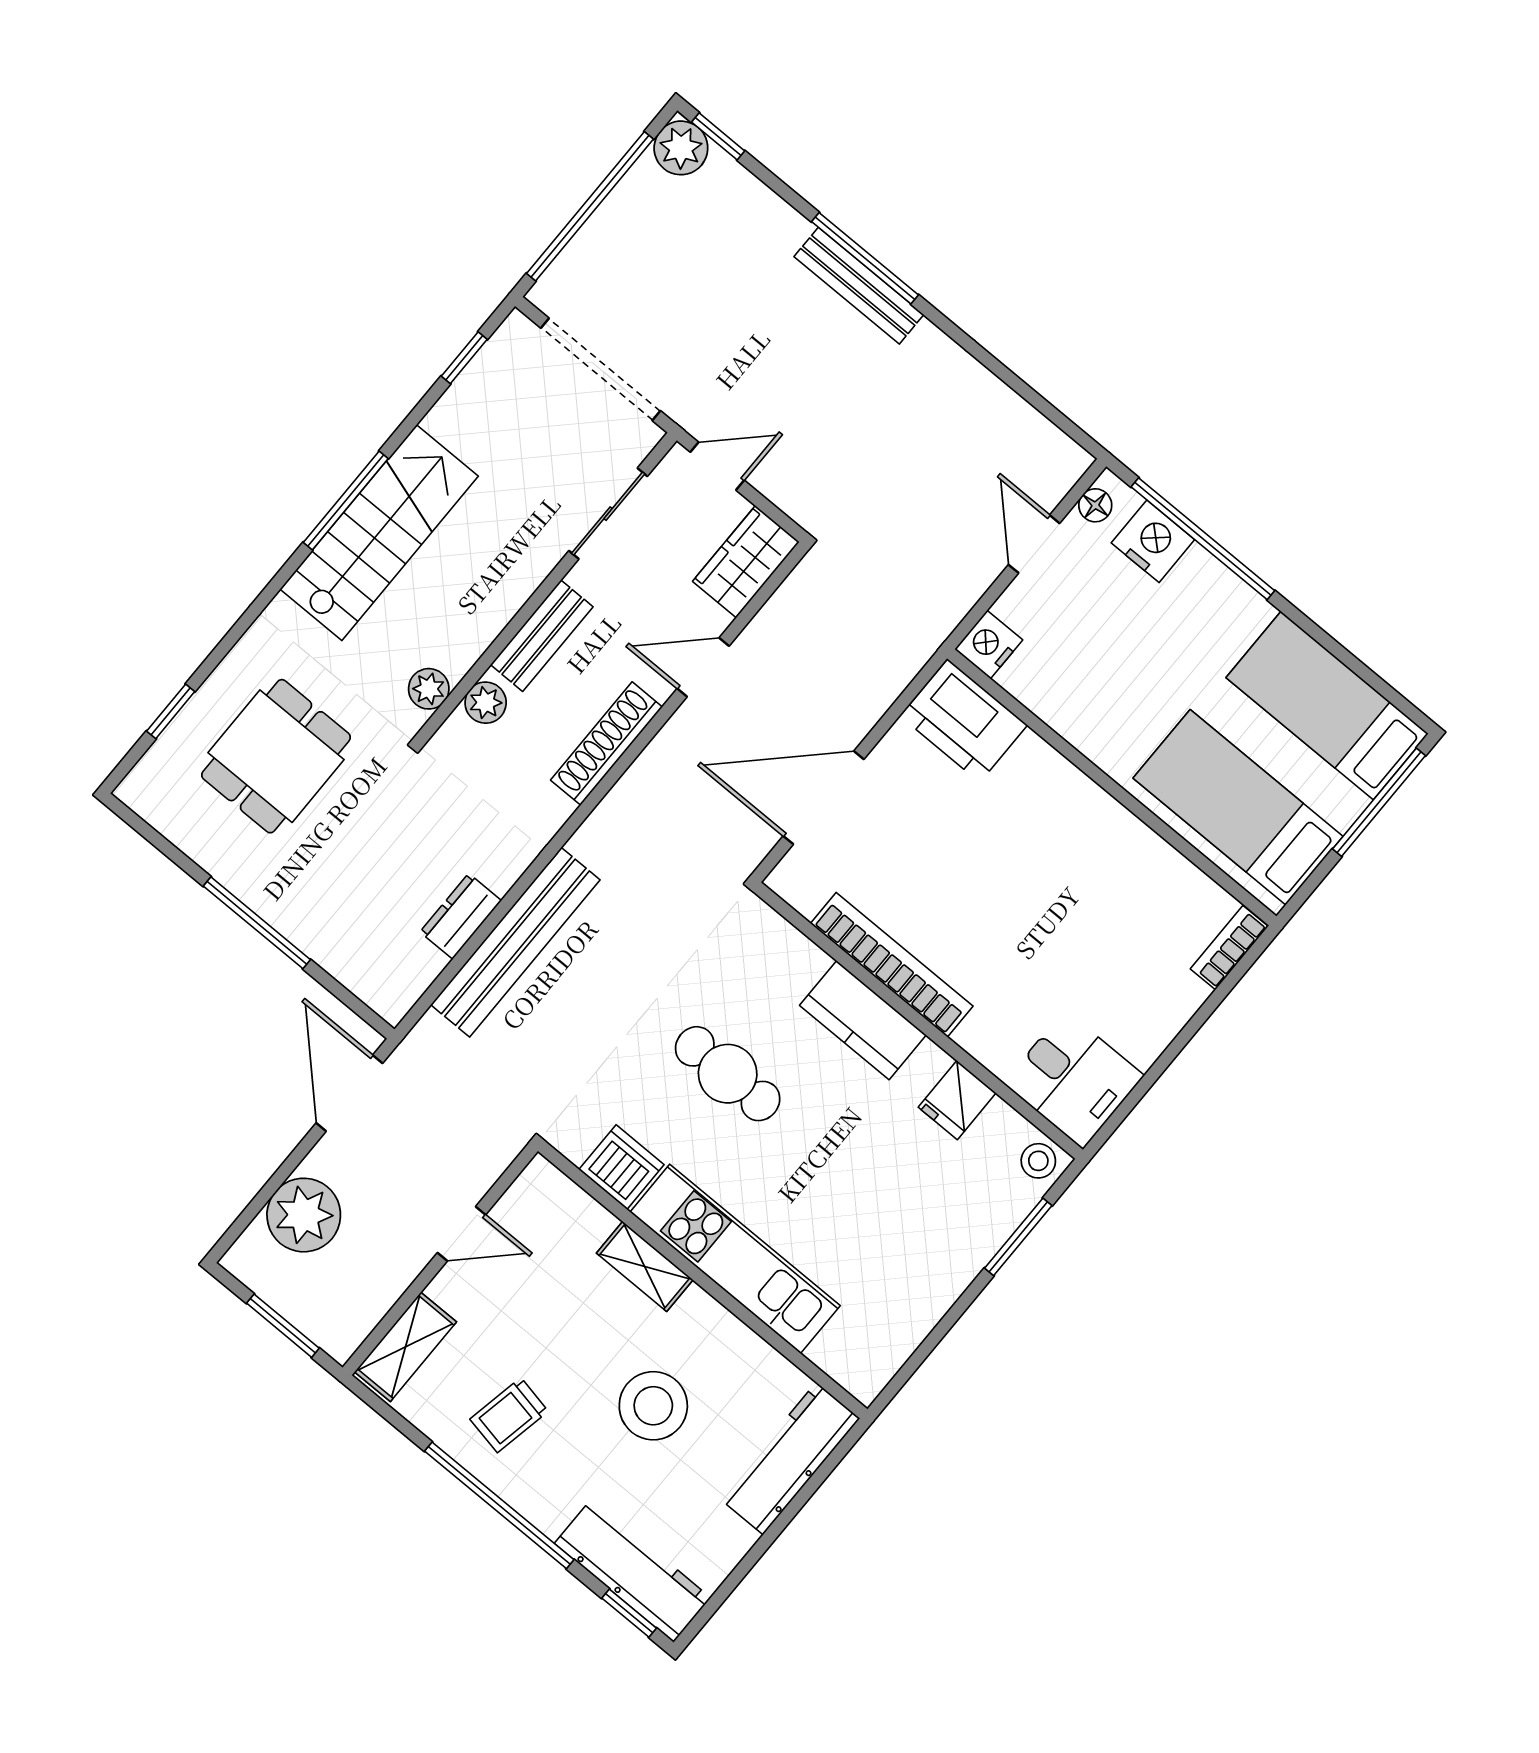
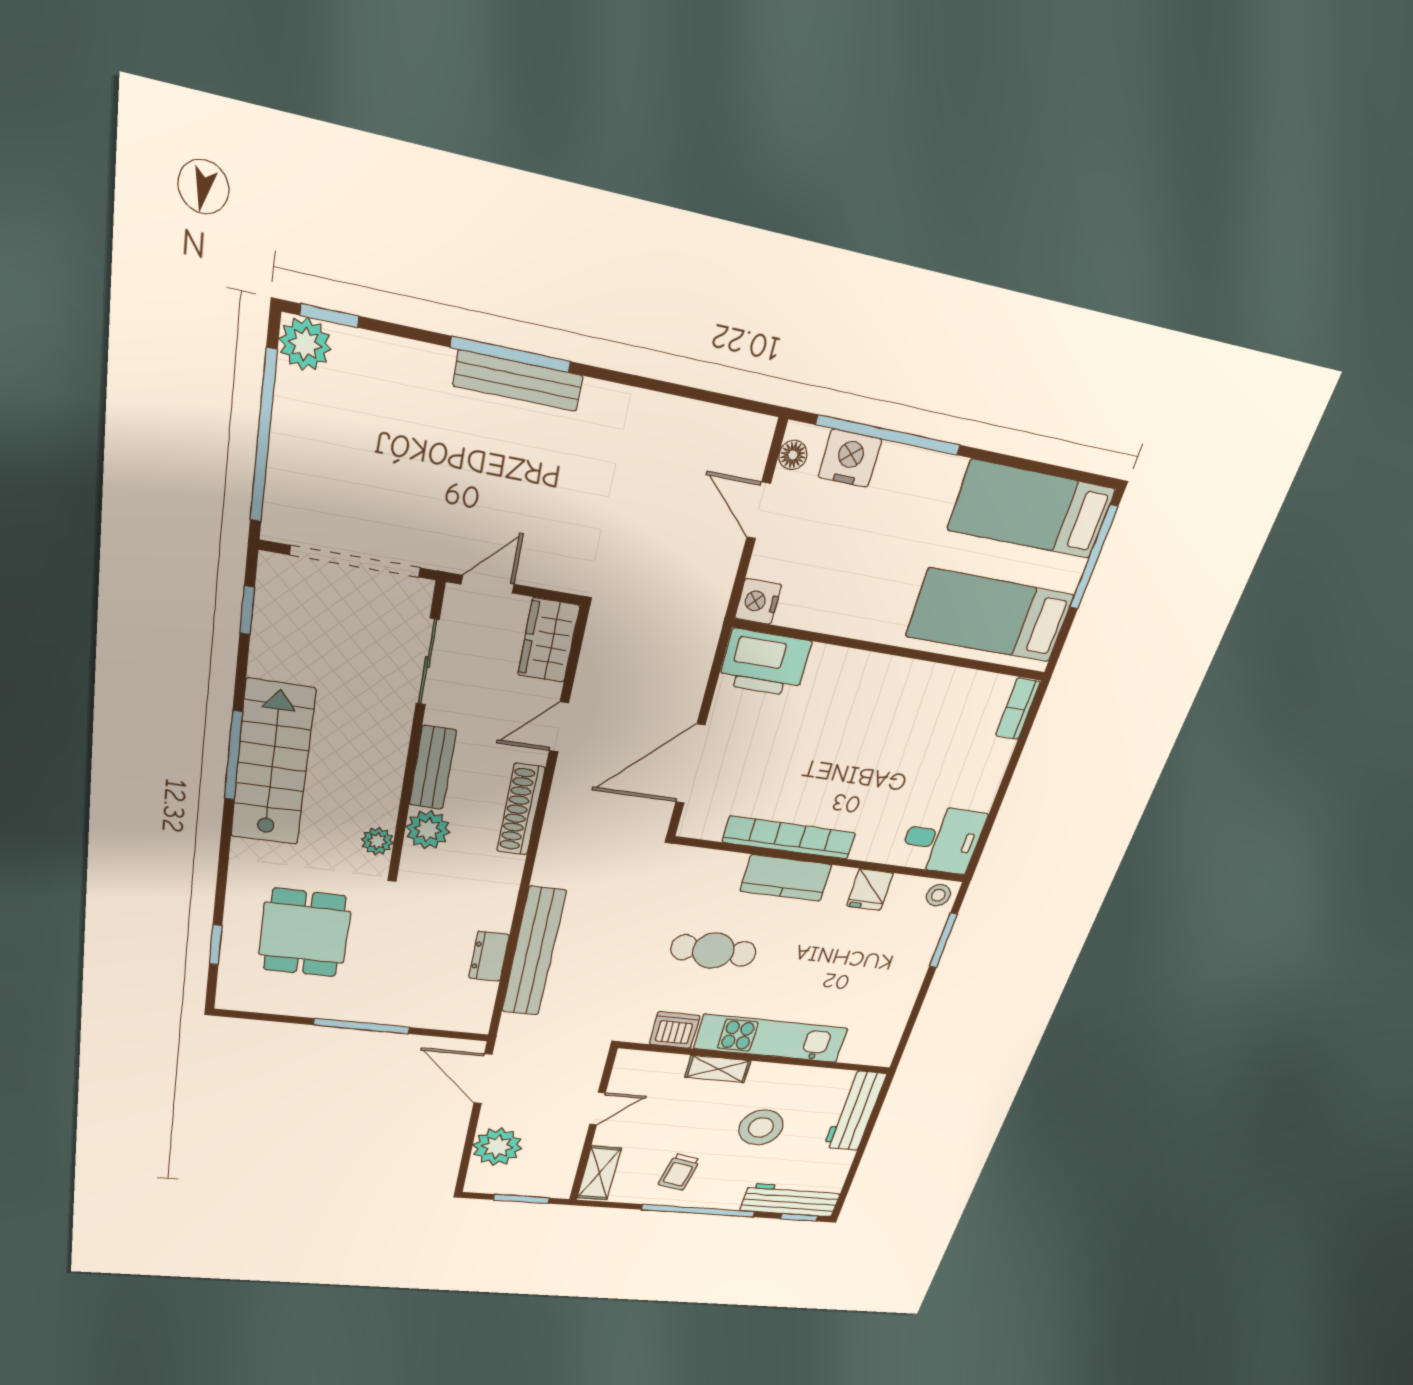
plant: (486, 703) -> (428, 830), width x1.38, depth x1.38

